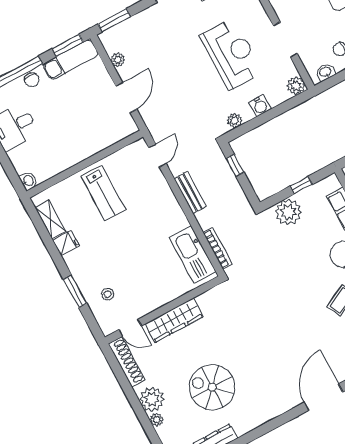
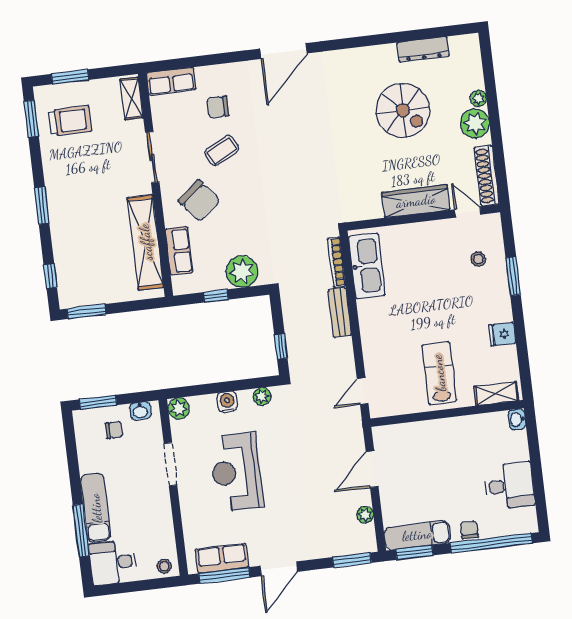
bench: (190, 193) -> (340, 313), moved
shelving: (50, 219) -> (496, 394), moved, turned 90

